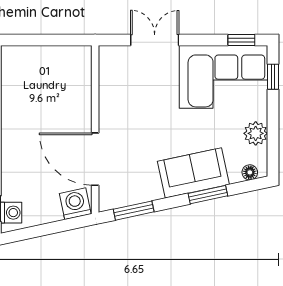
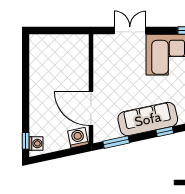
sofa: (193, 173) -> (148, 119), width x1.36
window: (208, 195) -> (165, 132), width x0.67

